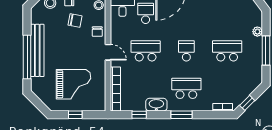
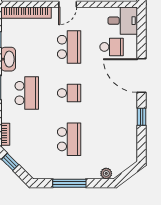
plant: (257, 32) -> (106, 173), moved

